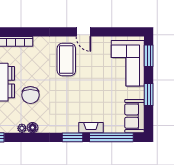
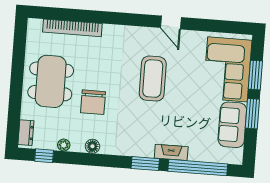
window: (149, 56) -> (255, 75), moved
coffee table: (66, 60) -> (153, 79), moved
sofa: (135, 116) -> (232, 125), moved
plant: (22, 128) -> (64, 145), moved

